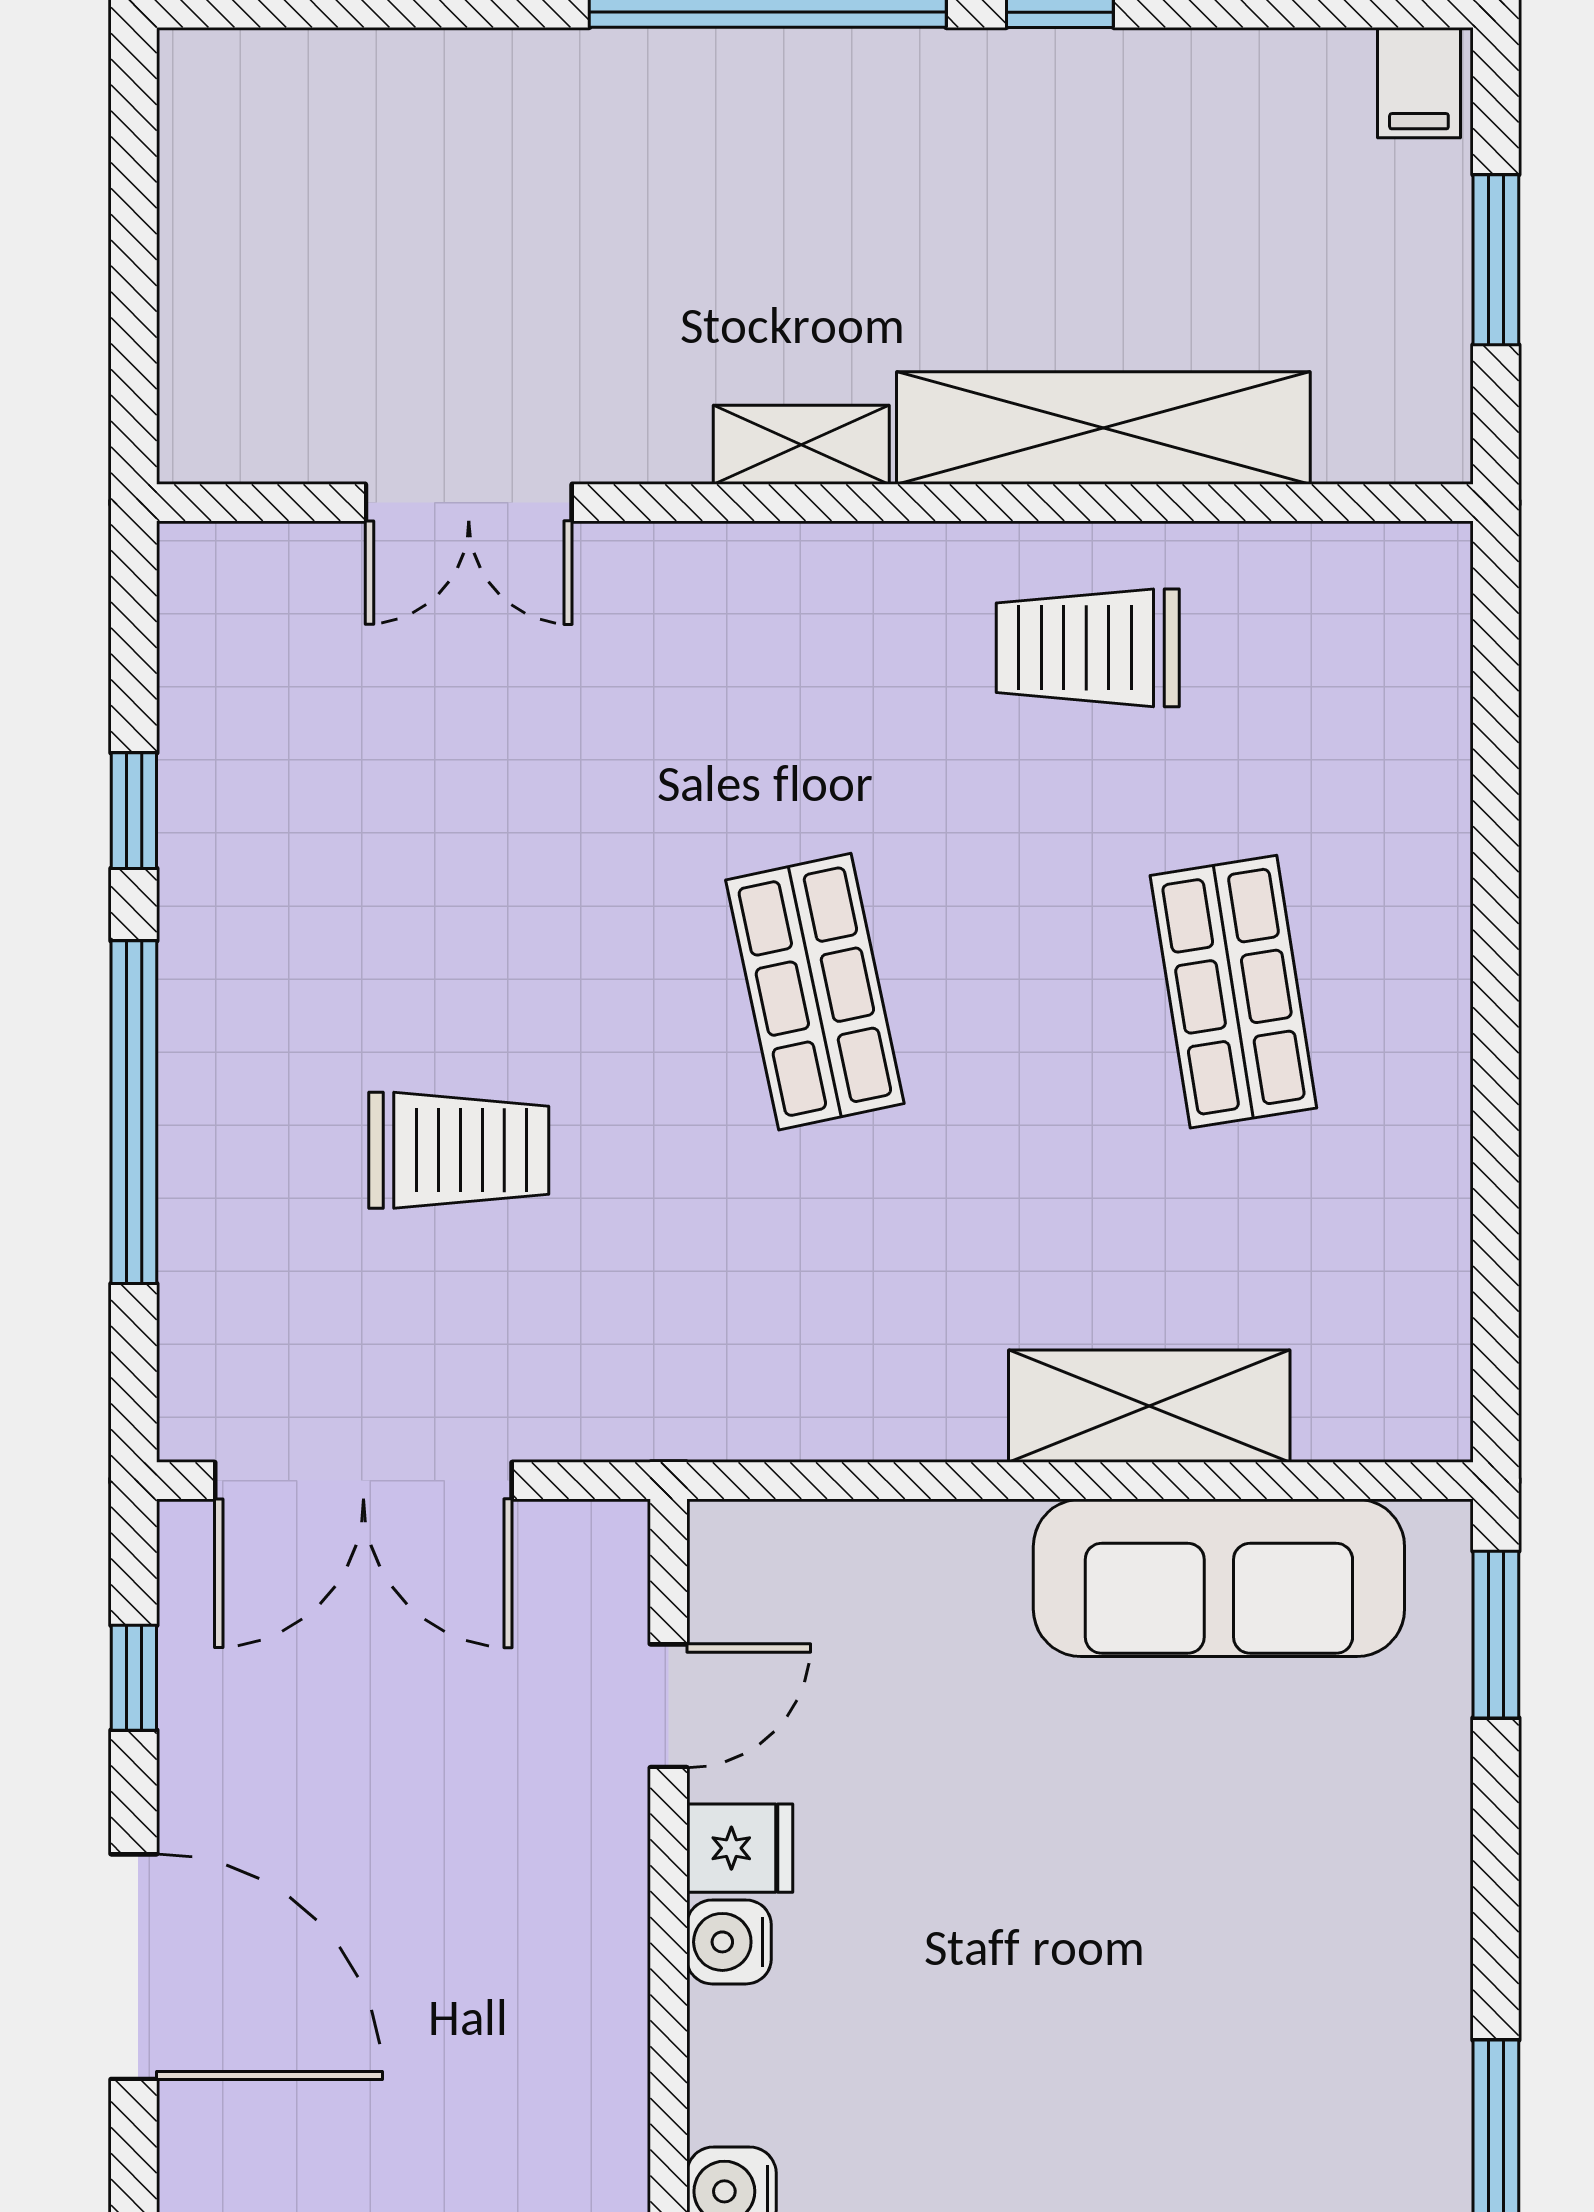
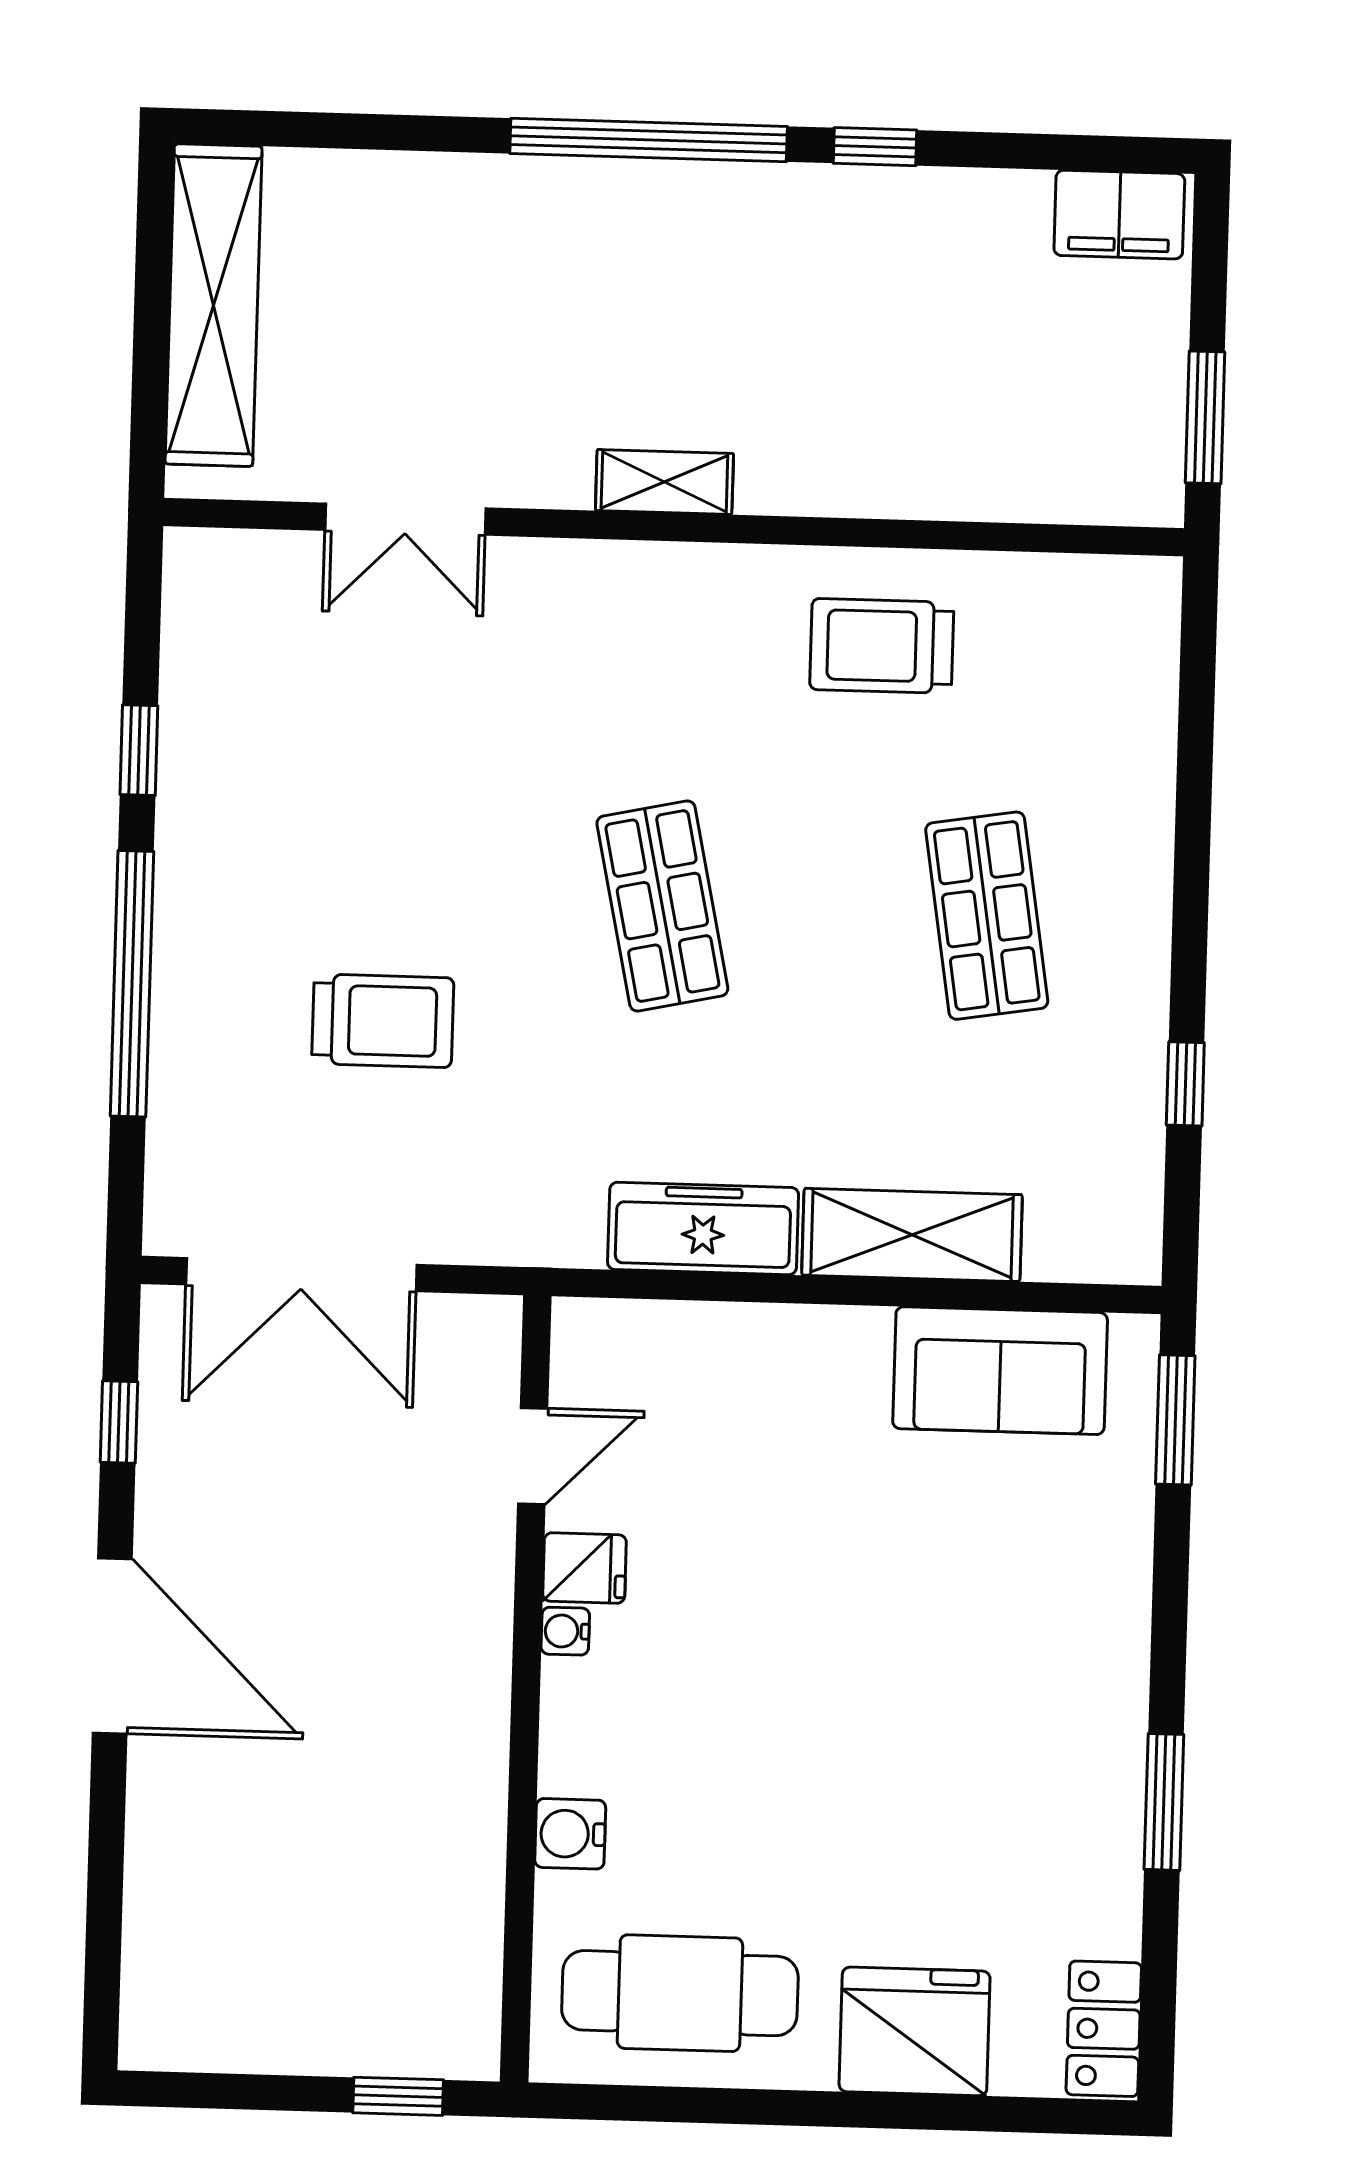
filing cabinet: (1419, 83) -> (1119, 215), width x2.00
window: (1496, 260) -> (1205, 417), moved
shelving: (1103, 428) -> (214, 305), moved, turned 90
window: (1496, 1201) -> (1185, 1084), added
freezer: (880, 1406) -> (703, 1229), added
sofa: (1219, 1578) -> (1000, 1371), width x0.73
water cooler: (729, 1942) -> (565, 1631), width x0.72, depth x0.72

